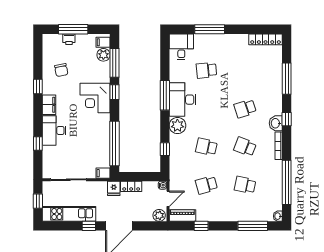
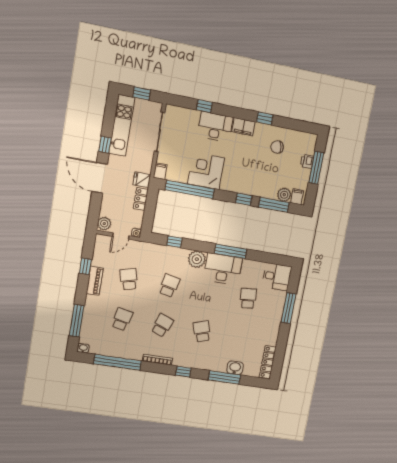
corner desk: (95, 98) -> (206, 171), moved
washbasin: (276, 123) -> (235, 368), moved
door: (168, 199) -> (121, 236), hinge flipped
piano: (182, 216) -> (95, 281), moved

